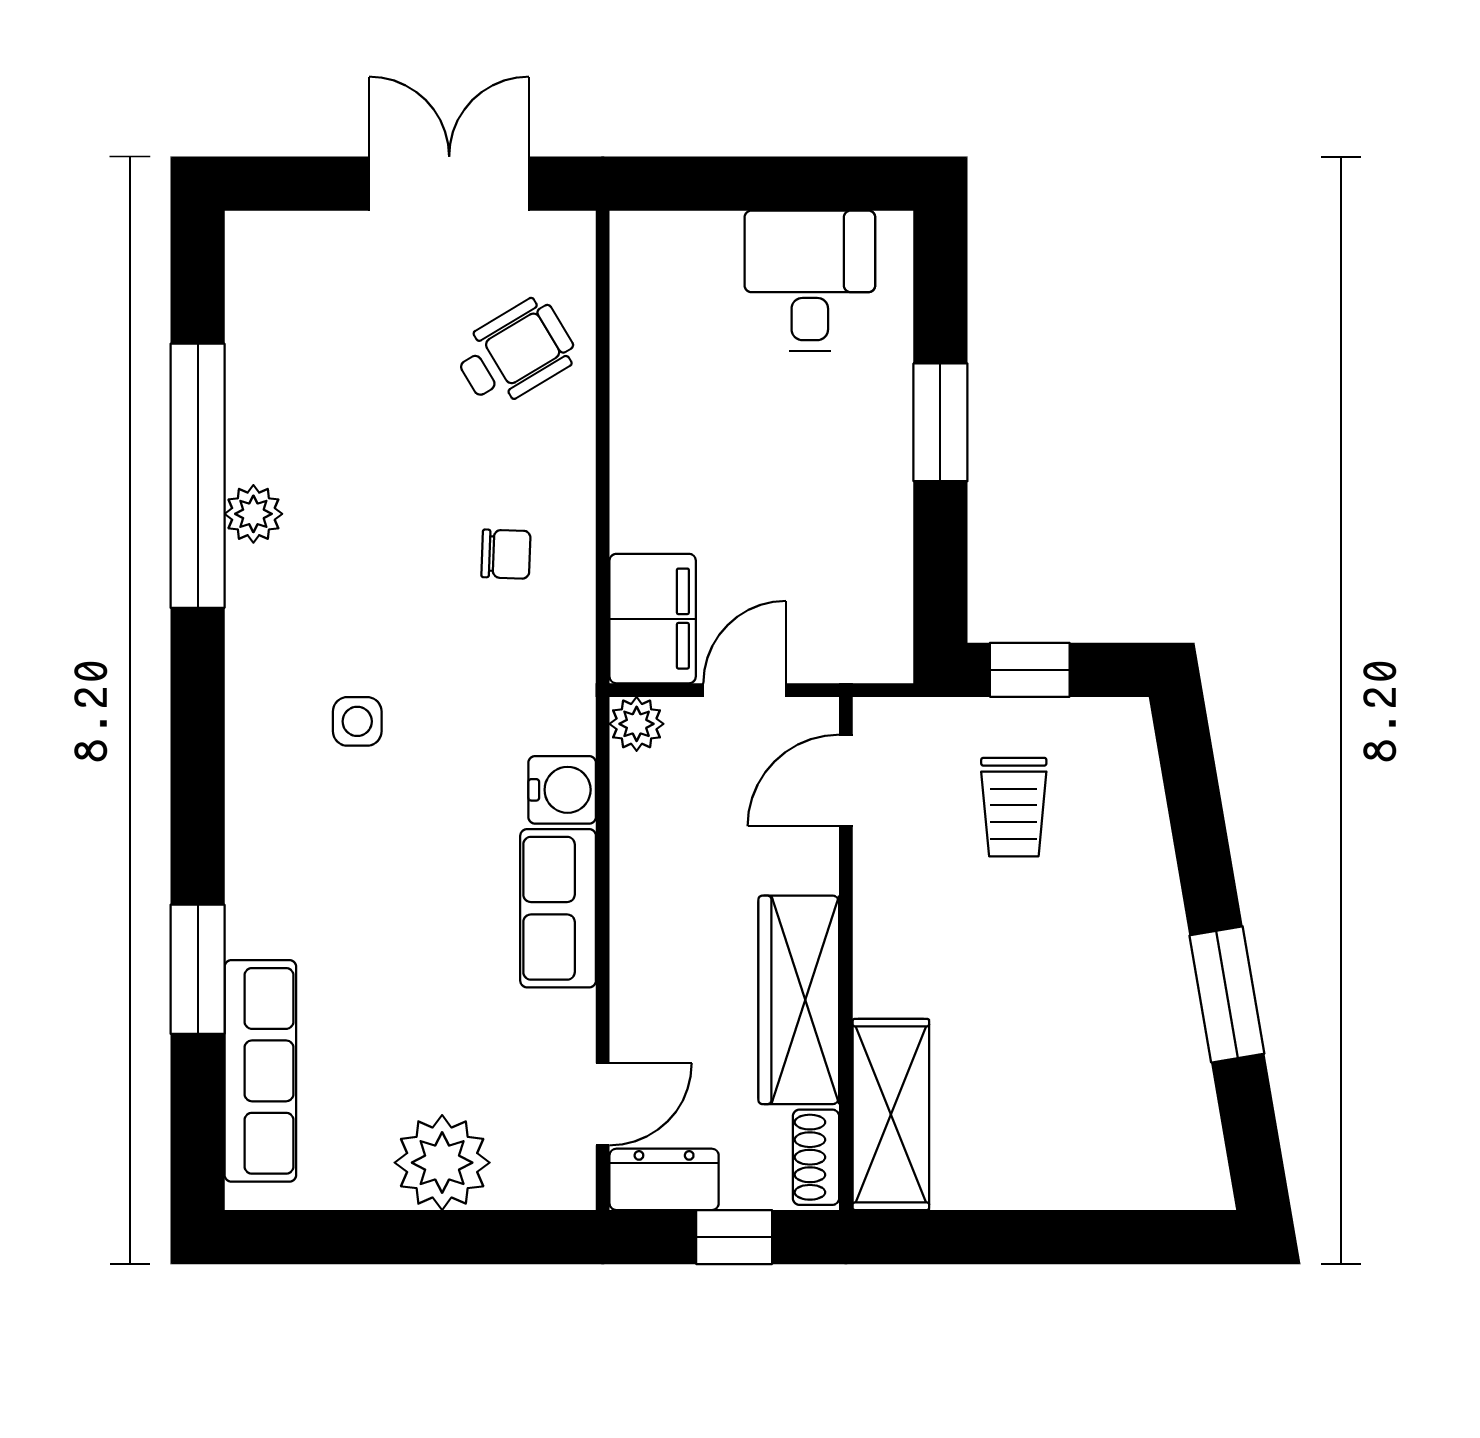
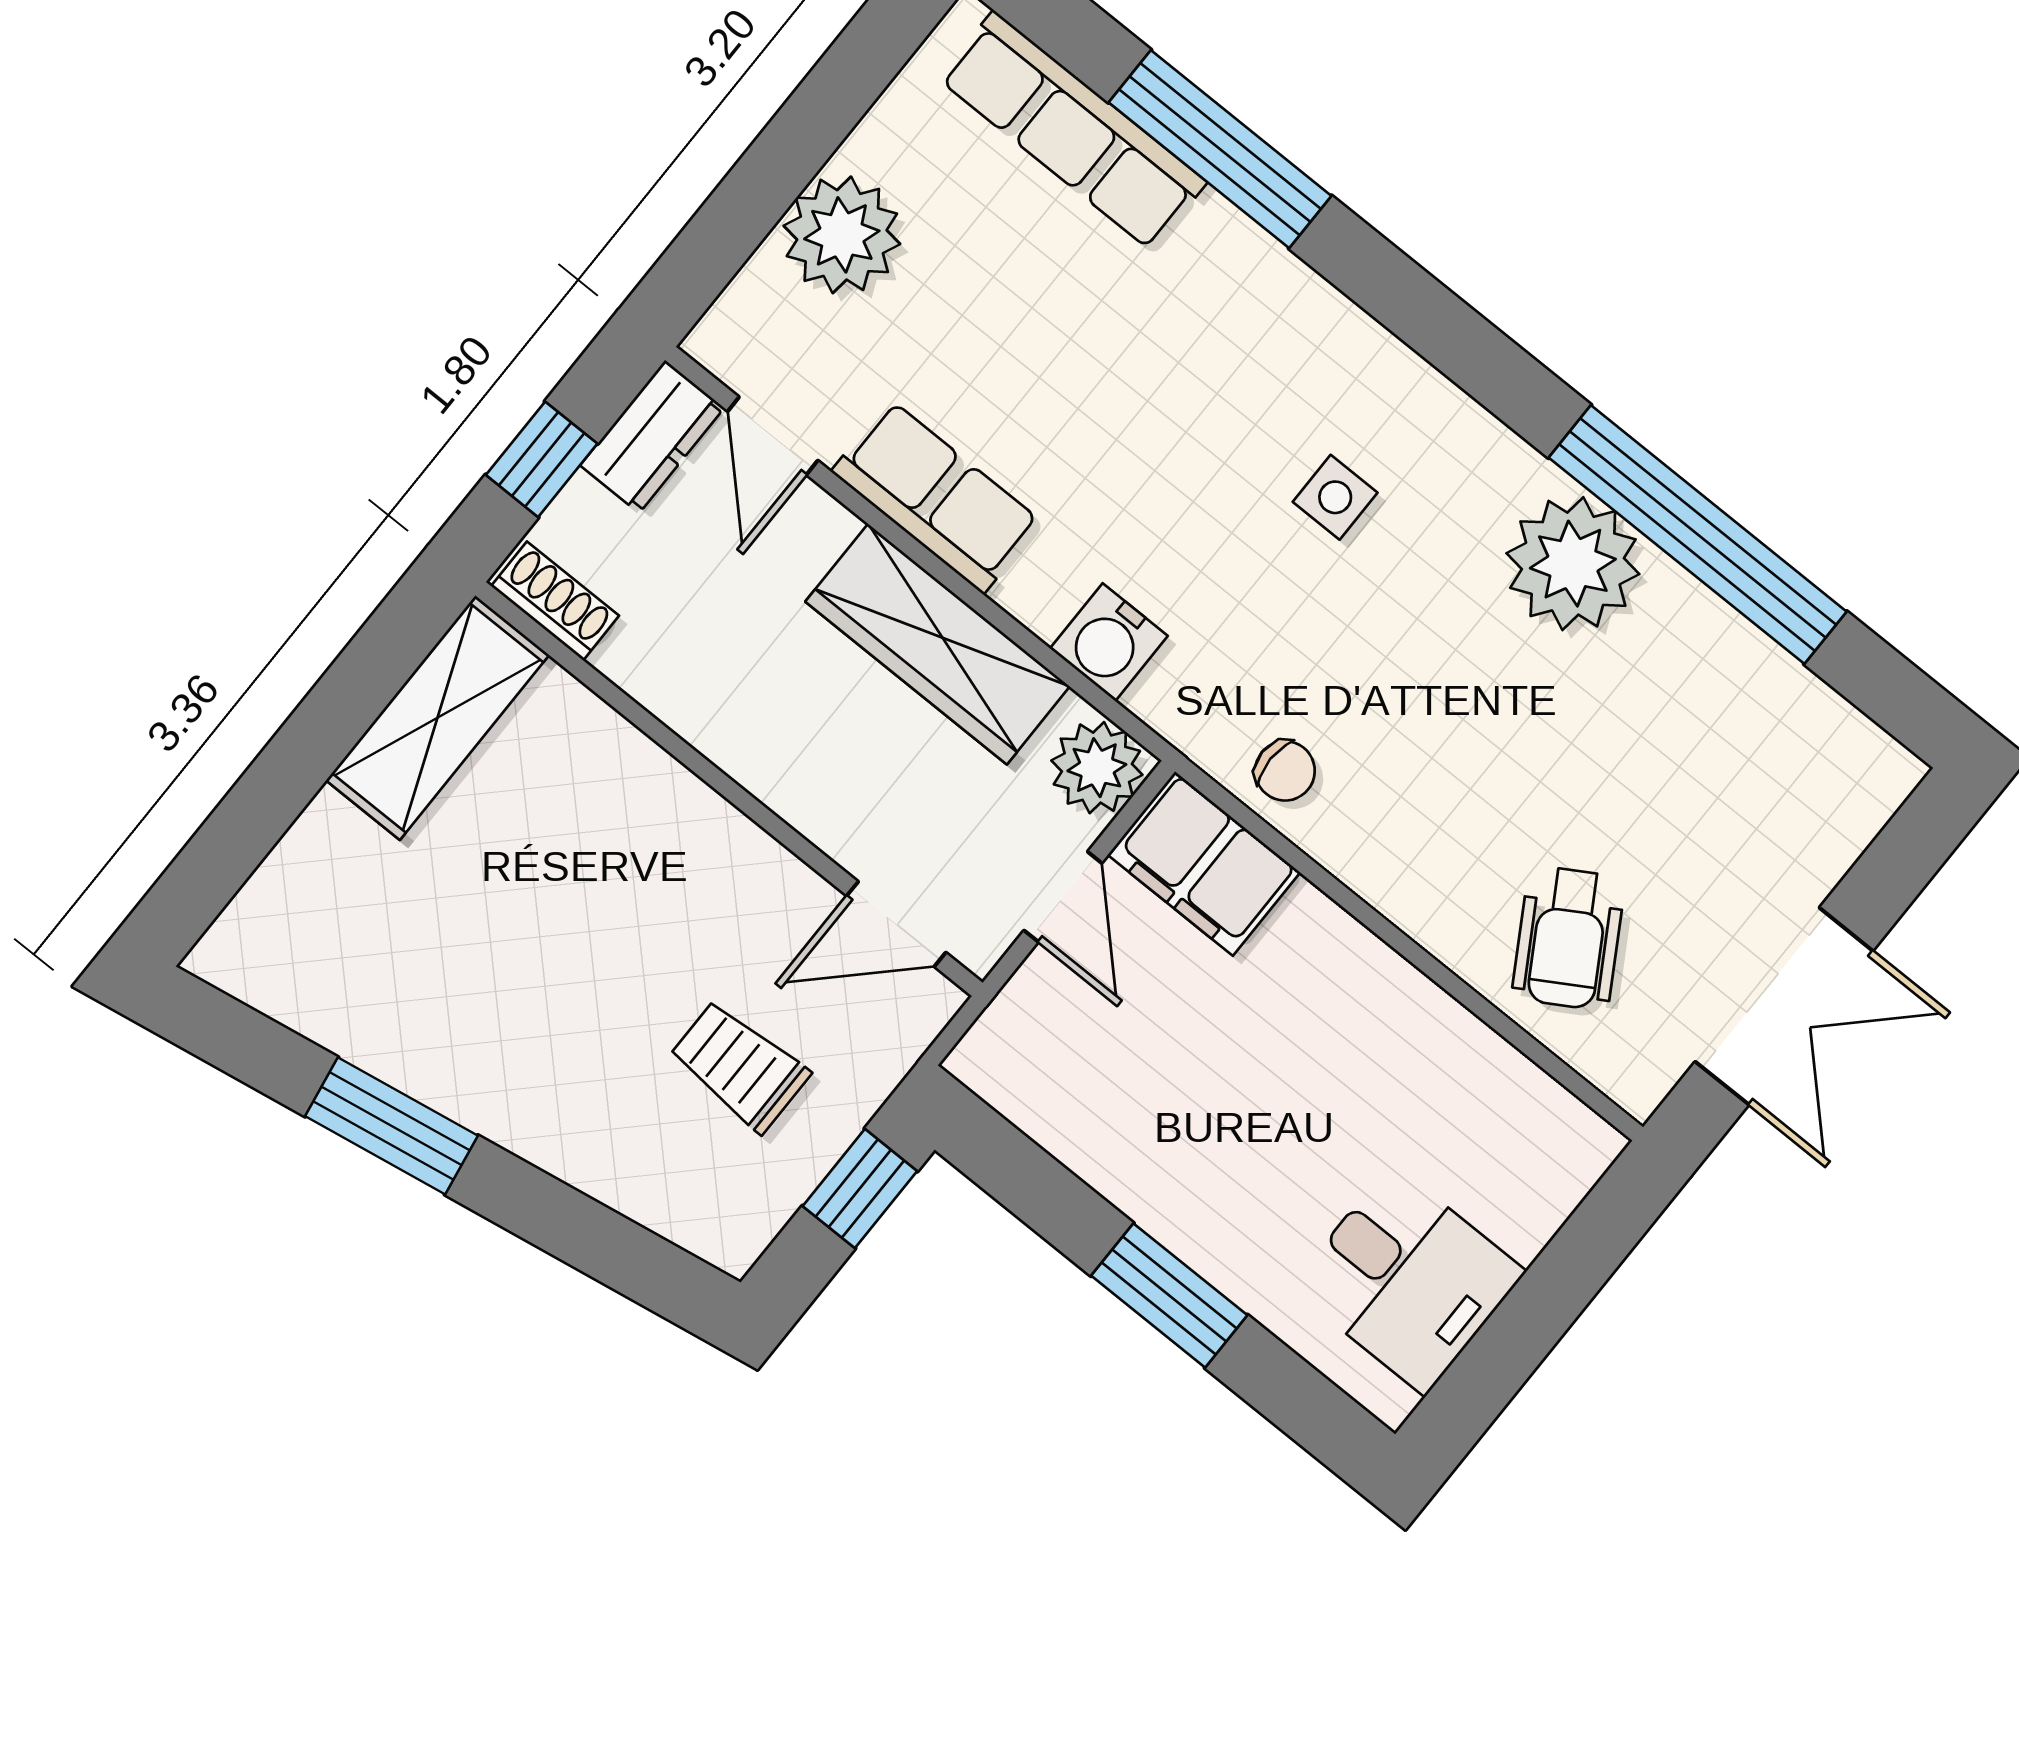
plant: (253, 514) -> (1573, 564), width x1.87, depth x1.87
chair: (506, 554) -> (1285, 771), moved, turned -92
plant: (637, 724) -> (1097, 768), width x1.38, depth x1.38
door: (846, 780) -> (896, 924), swing flipped
row of seats: (558, 908) -> (936, 497), moved
window: (198, 969) -> (1220, 149), width x1.44
wardrobe: (799, 1000) -> (938, 644), moved, turned 180
shelving: (891, 1114) -> (438, 718), moved, turned 90

